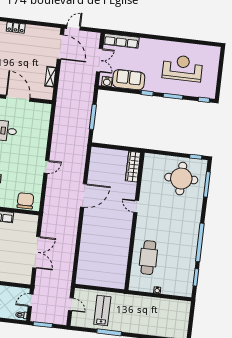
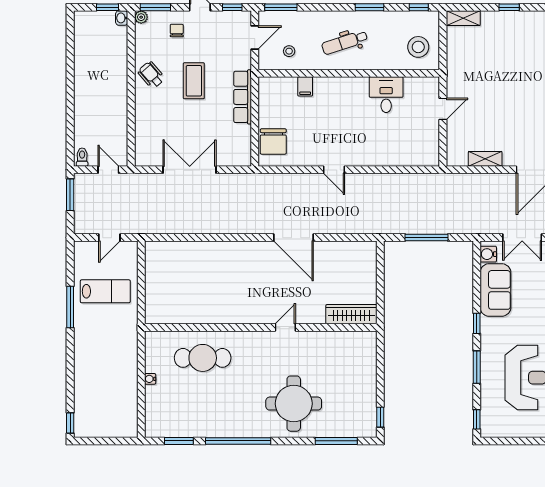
door: (18, 98) -> (443, 109), width x0.53
round table: (181, 179) -> (294, 404), moved
chair: (25, 201) -> (273, 141), turned 90
double door: (36, 252) -> (190, 170), swing flipped

